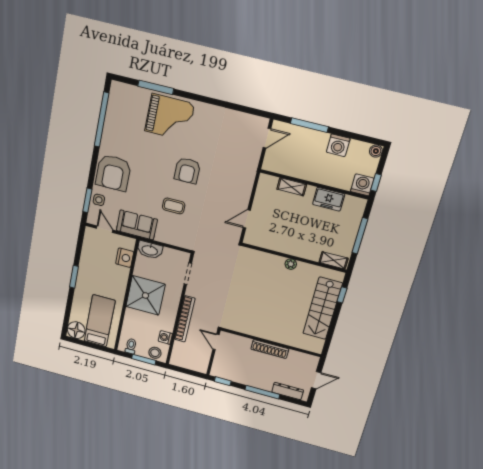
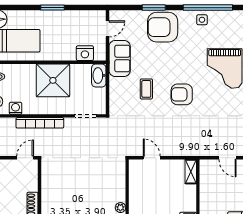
shelving: (292, 187) -> (191, 172), moved
window: (87, 200) -> (154, 8), moved
side table: (99, 200) -> (202, 20), moved

